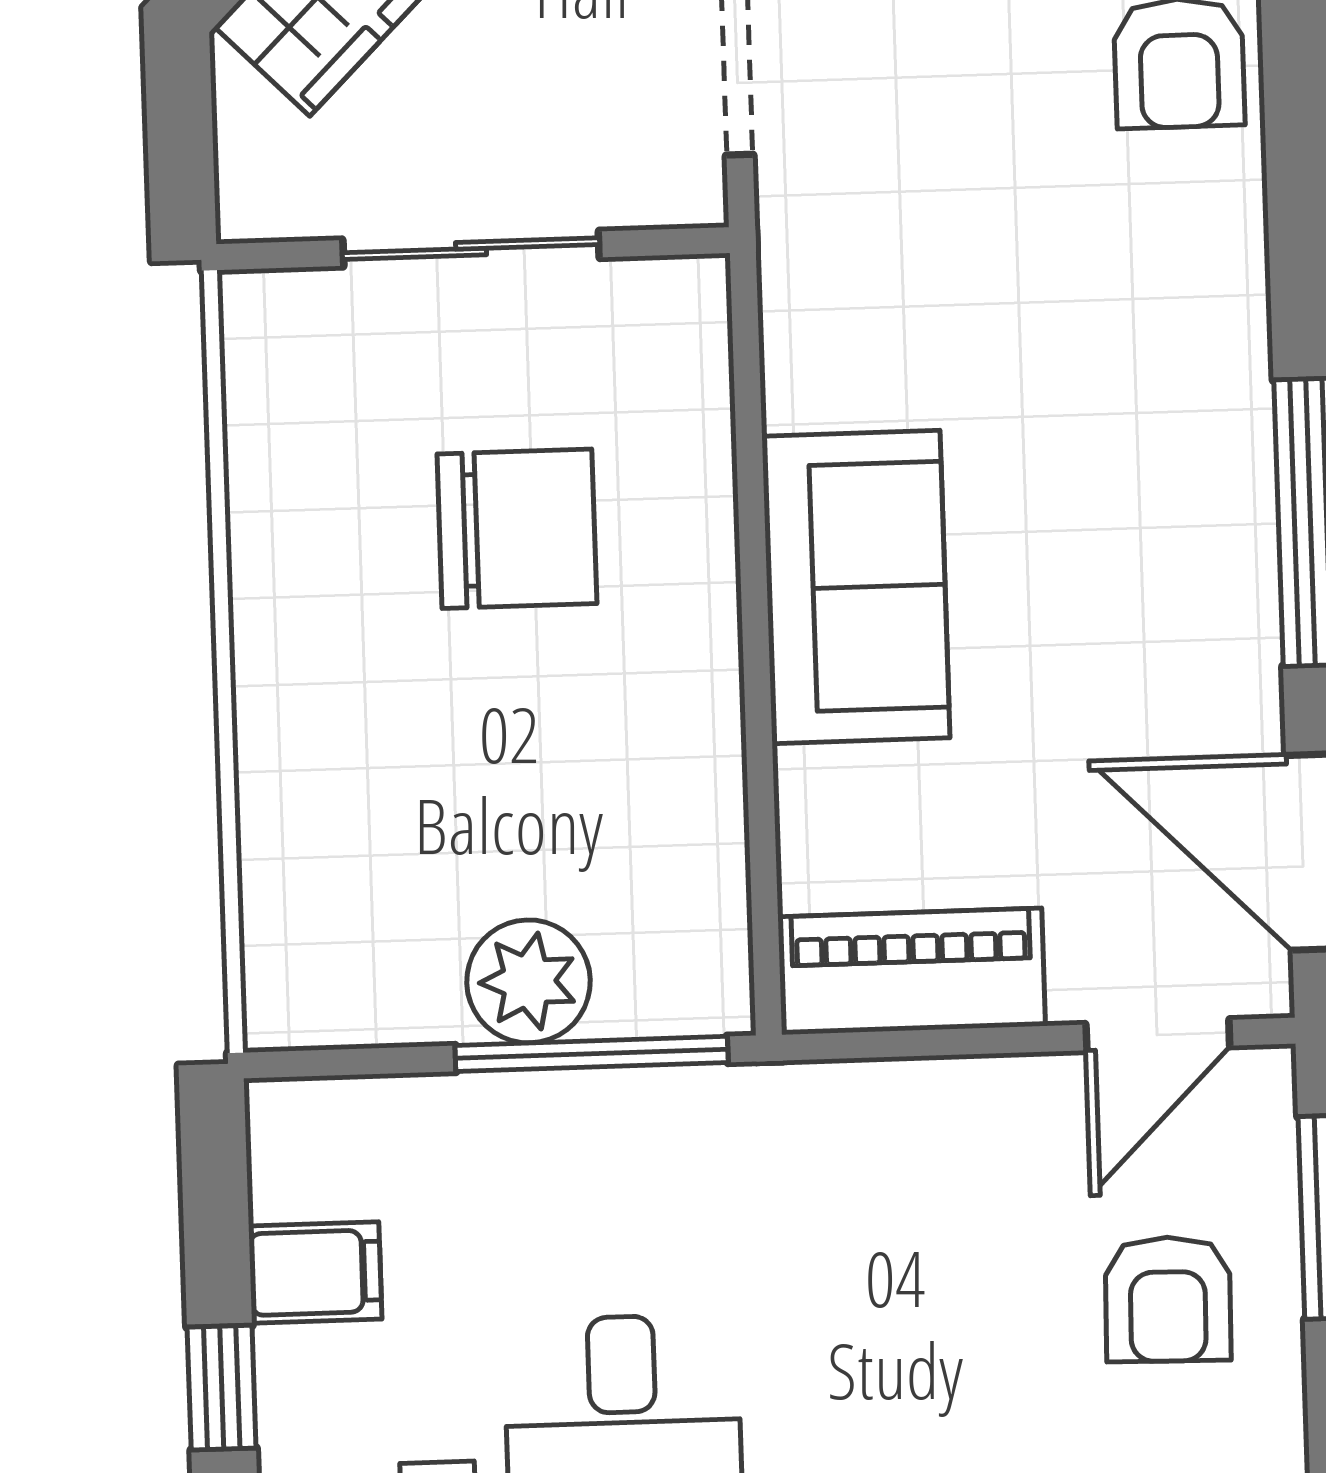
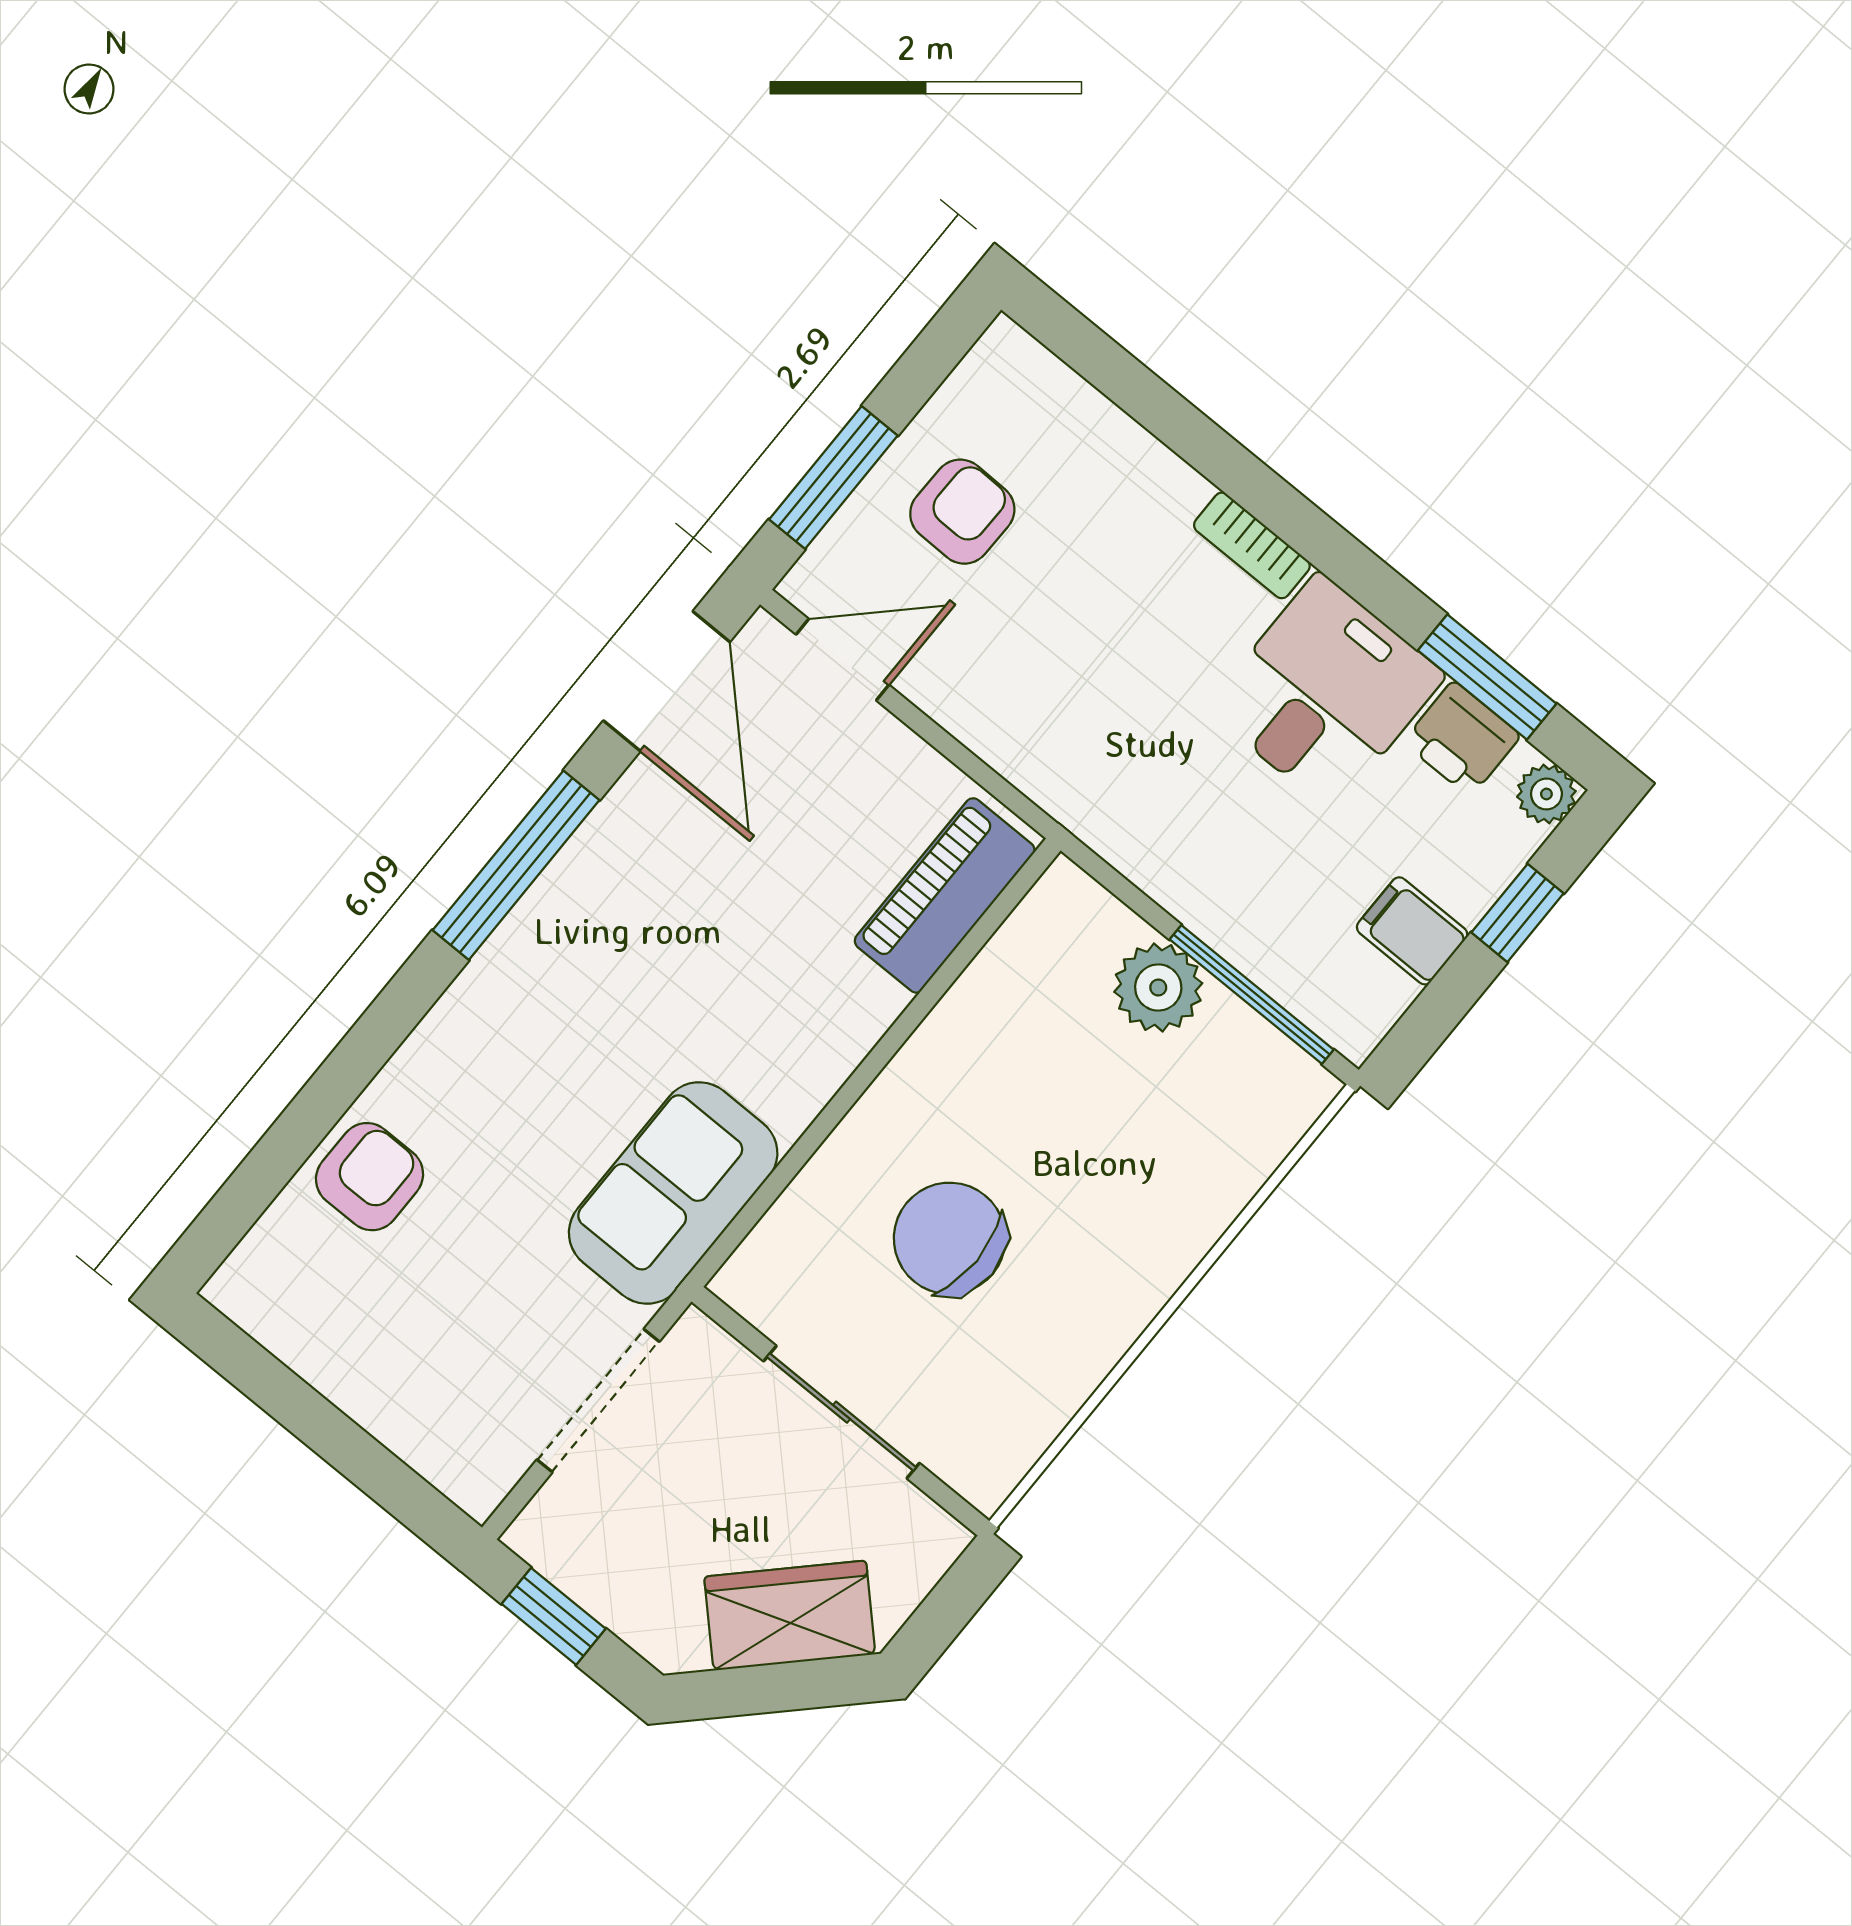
sofa: (856, 587) -> (673, 1193), moved
piano: (912, 971) -> (945, 895), moved, turned 90
window: (592, 1054) -> (1252, 995), moved

